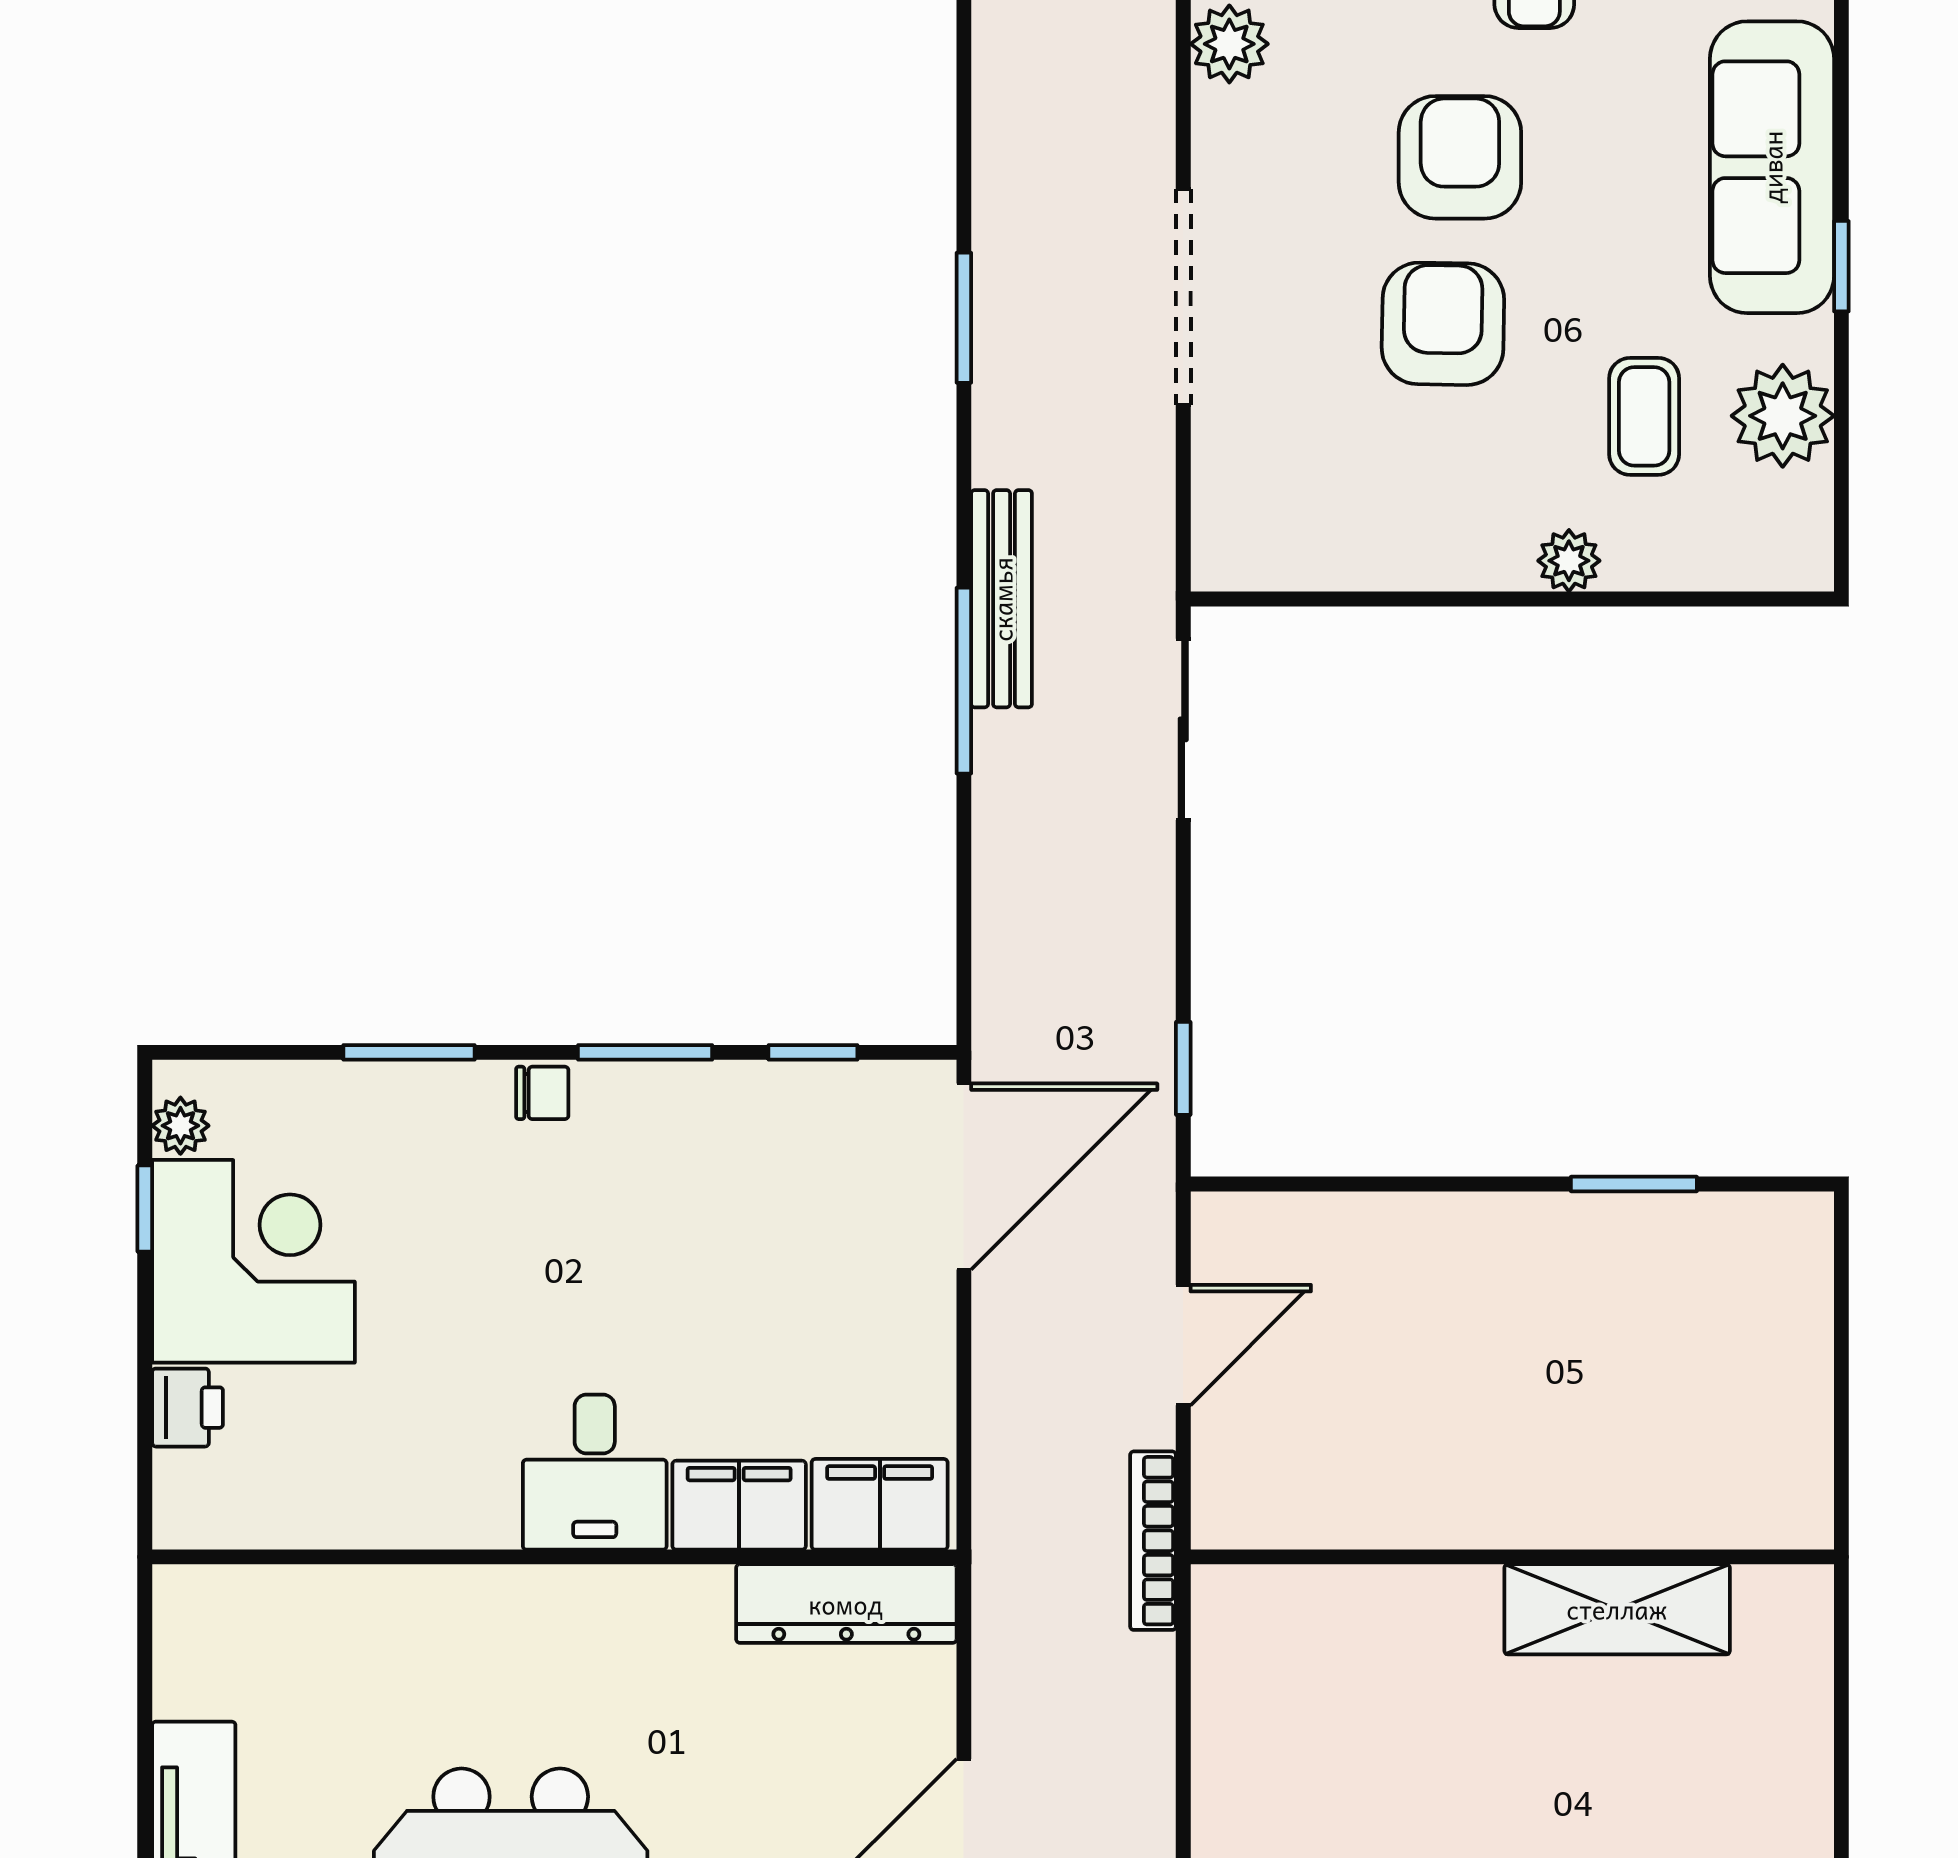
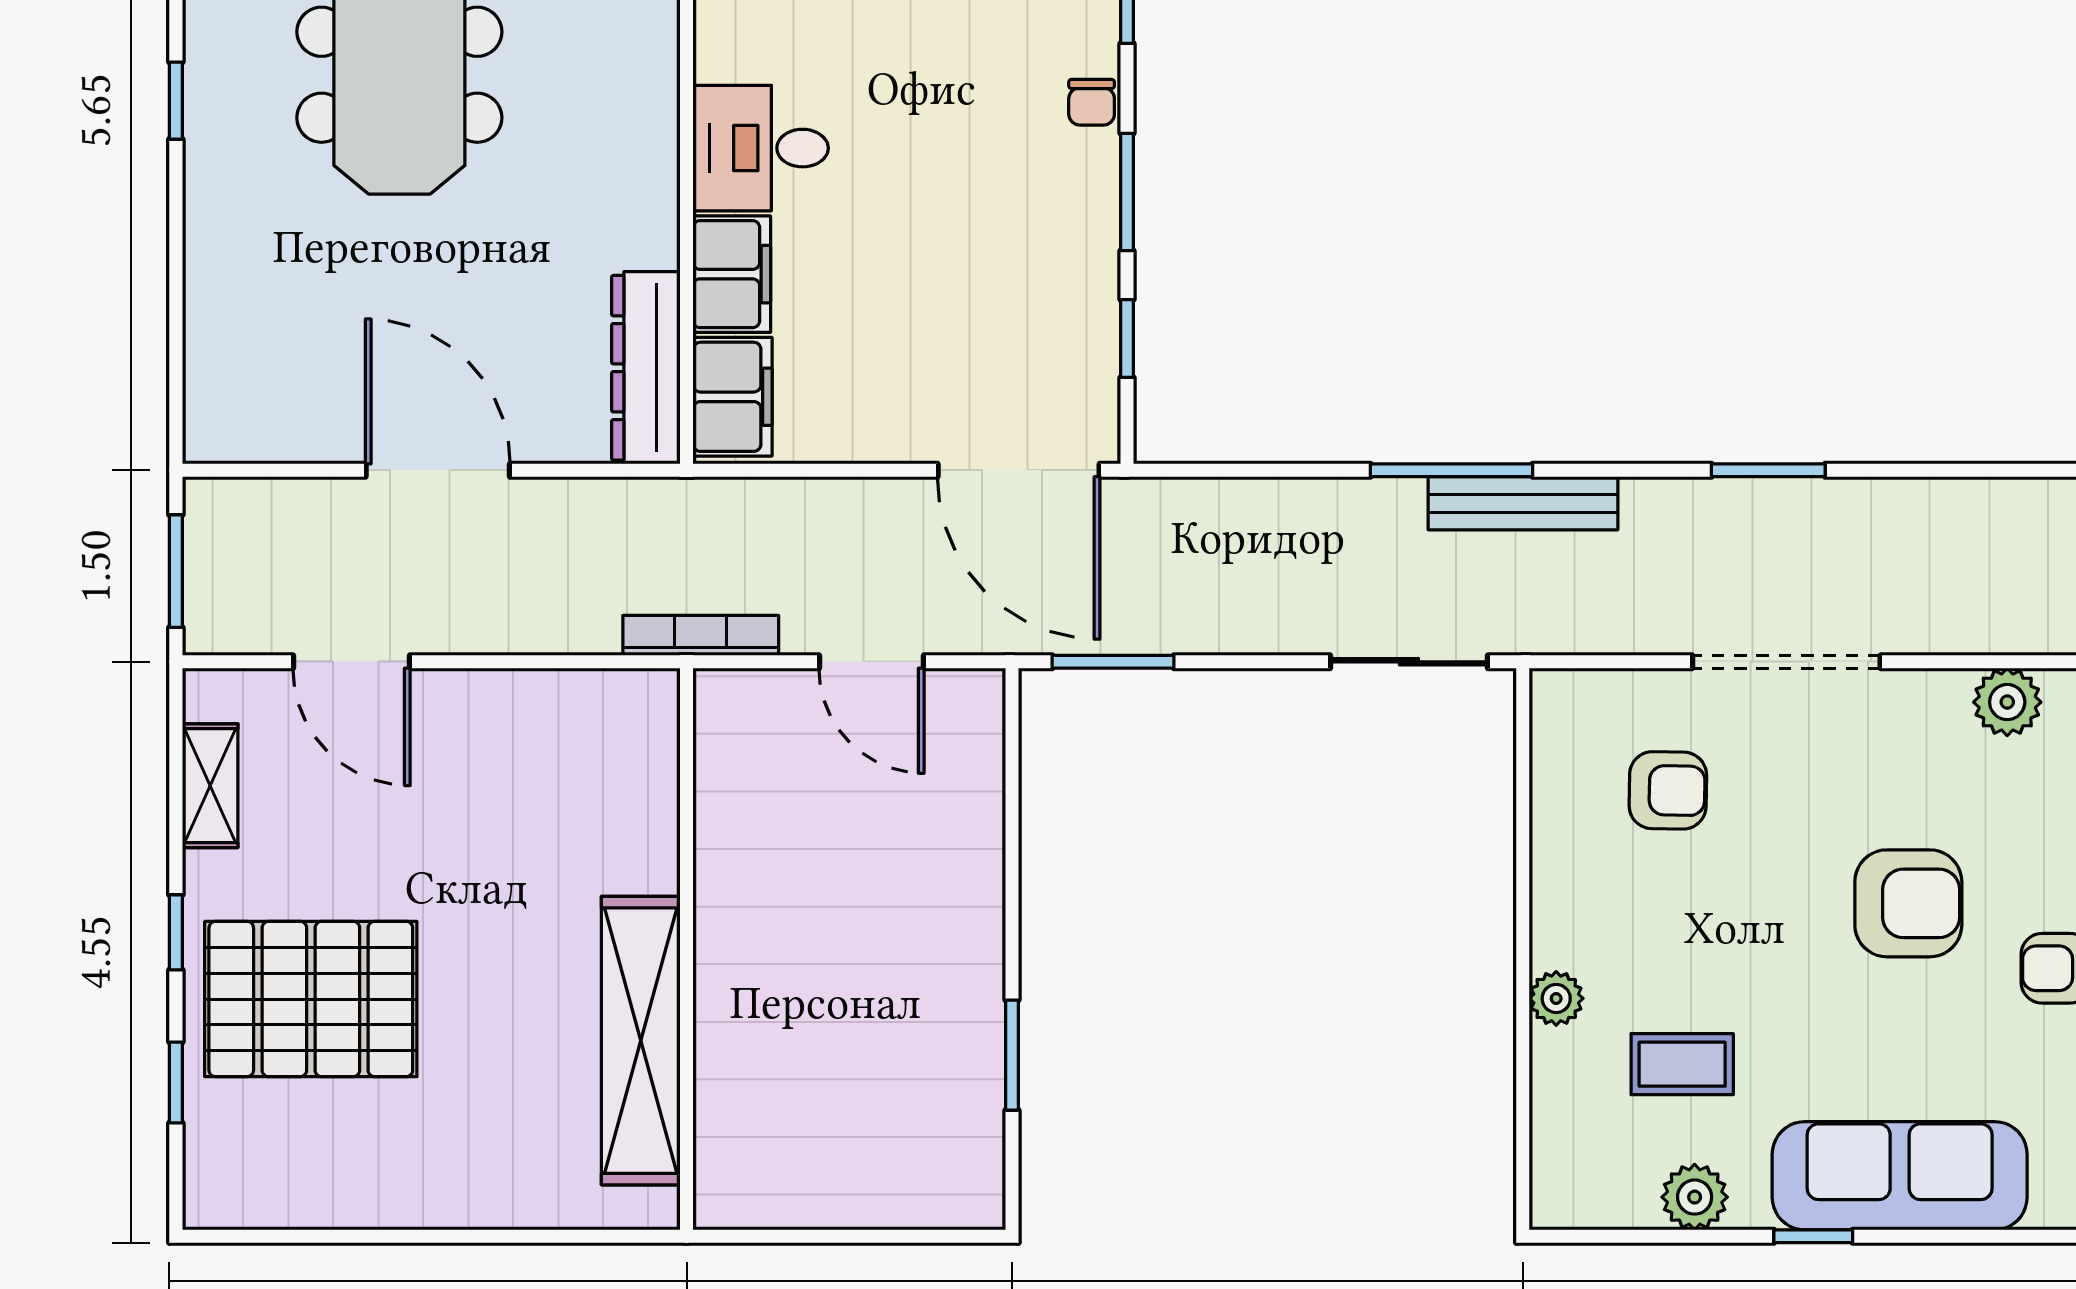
armchair: (1443, 324) -> (1668, 790), moved, width x0.72, depth x0.72
plant: (1783, 416) -> (1695, 1197), width x0.73, depth x0.73
window: (1183, 1068) -> (1113, 662), width x1.50
shelving: (1617, 1609) -> (641, 1041), width x1.47

